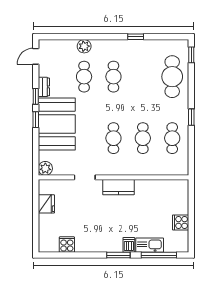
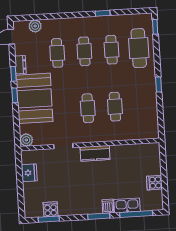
plant: (84, 46) -> (35, 26), moved
cafe table: (172, 138) -> (112, 50), moved
window: (64, 255) -> (49, 219), added

